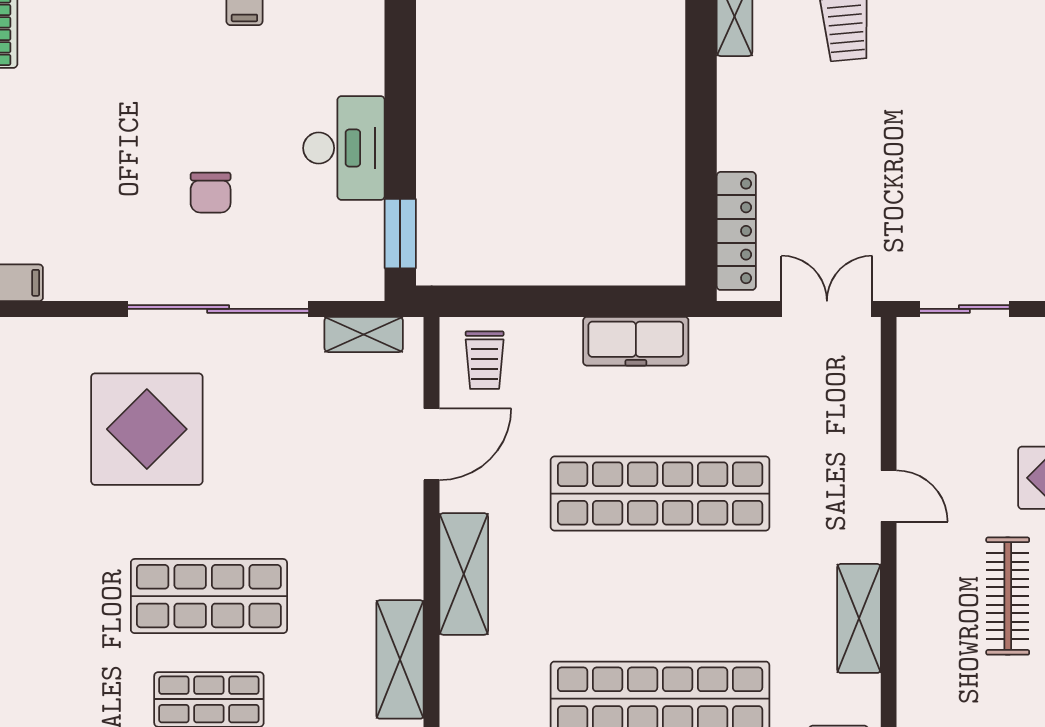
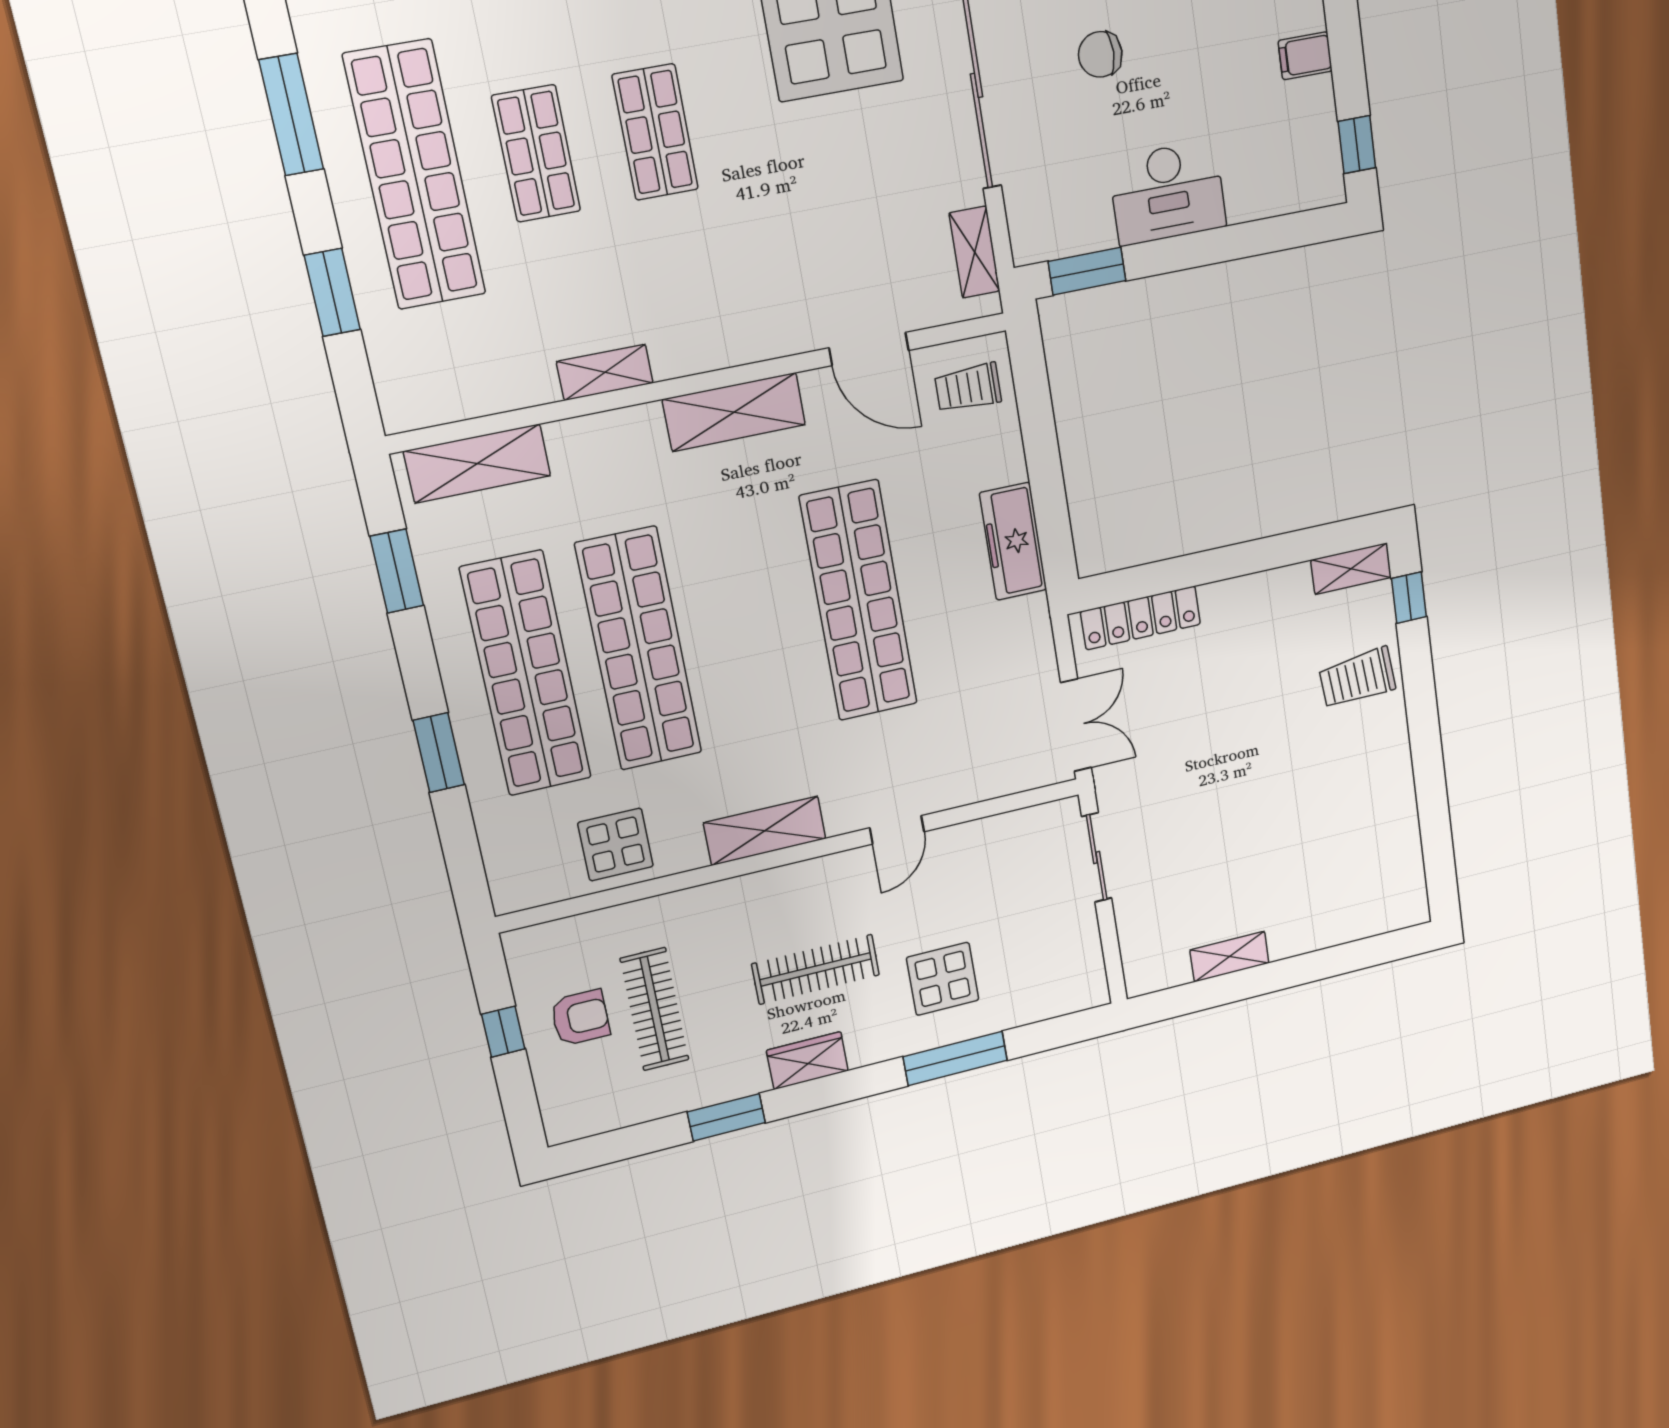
shop shelf: (209, 596) -> (655, 132), width x0.70, depth x0.74
shelving: (400, 659) -> (605, 372), width x0.67, depth x0.75

